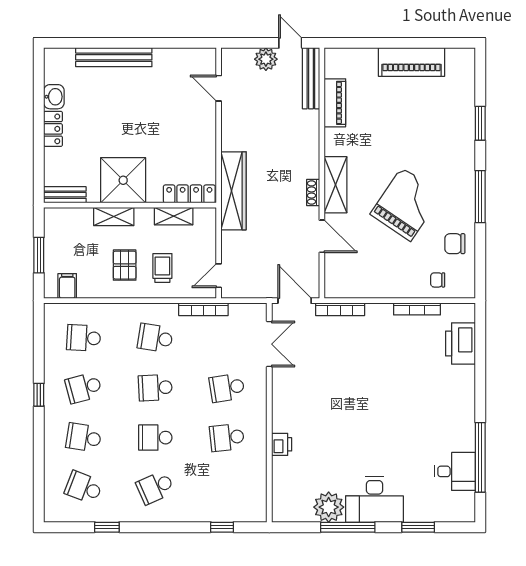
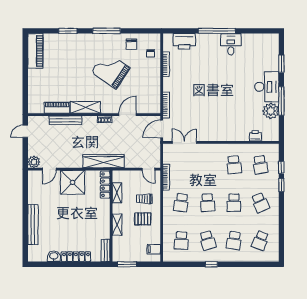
plant: (266, 59) -> (34, 162), moved
piano: (412, 62) -> (35, 51), moved
bench: (311, 78) -> (66, 120), moved
locker: (53, 129) -> (76, 257), width x1.53
shower: (123, 180) -> (73, 182), moved
shelving: (335, 185) -> (85, 107), moved
window: (39, 255) -> (127, 264), moved
school desk: (227, 388) -> (260, 165), moved
printer: (282, 444) -> (255, 136), moved
window: (480, 457) -> (217, 31), moved
desk: (455, 471) -> (231, 44), moved
window: (107, 527) -> (281, 185), moved

